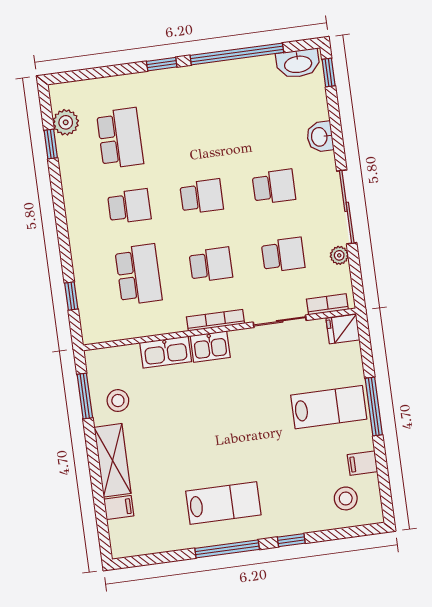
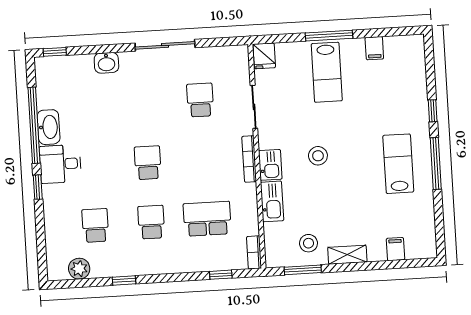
washbasin: (298, 64) -> (49, 127), moved
desk: (192, 90) -> (60, 164), added
school desk: (120, 138) -> (95, 225), width x0.54
window: (51, 144) -> (124, 280), moved
school desk: (274, 187) -> (144, 103), removed
plant: (339, 255) -> (204, 54), removed
school desk: (211, 265) -> (204, 159), removed
bookcase: (327, 304) -> (254, 252), moved
lab bench: (329, 407) -> (327, 72), turned 180
shelving: (113, 460) -> (347, 255), width x0.67, depth x0.75
stool: (346, 498) -> (318, 156), moved

